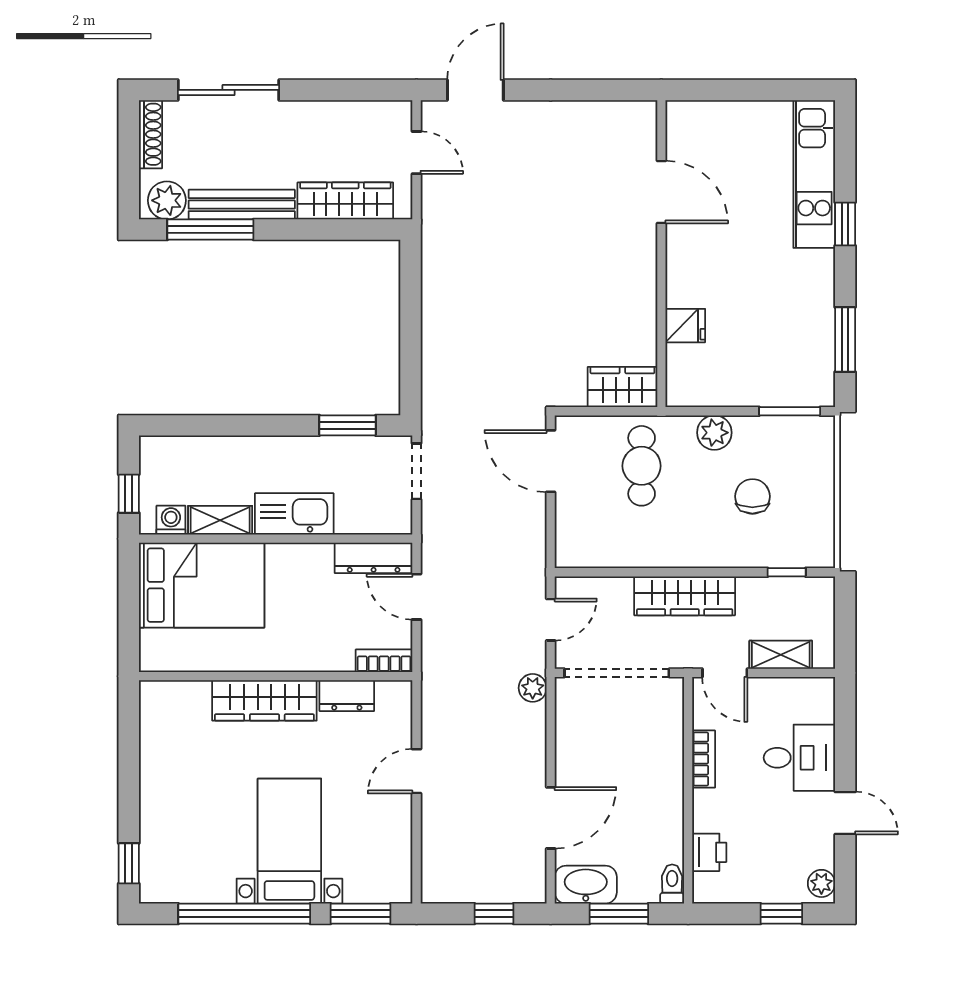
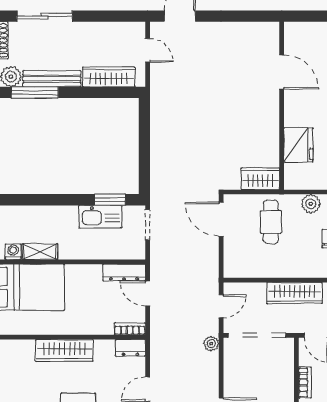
fridge: (685, 326) -> (299, 145), width x1.88, depth x1.34
kitchen sink: (294, 514) -> (100, 217), moved, turned 180
dresser: (347, 696) -> (130, 348), moved

